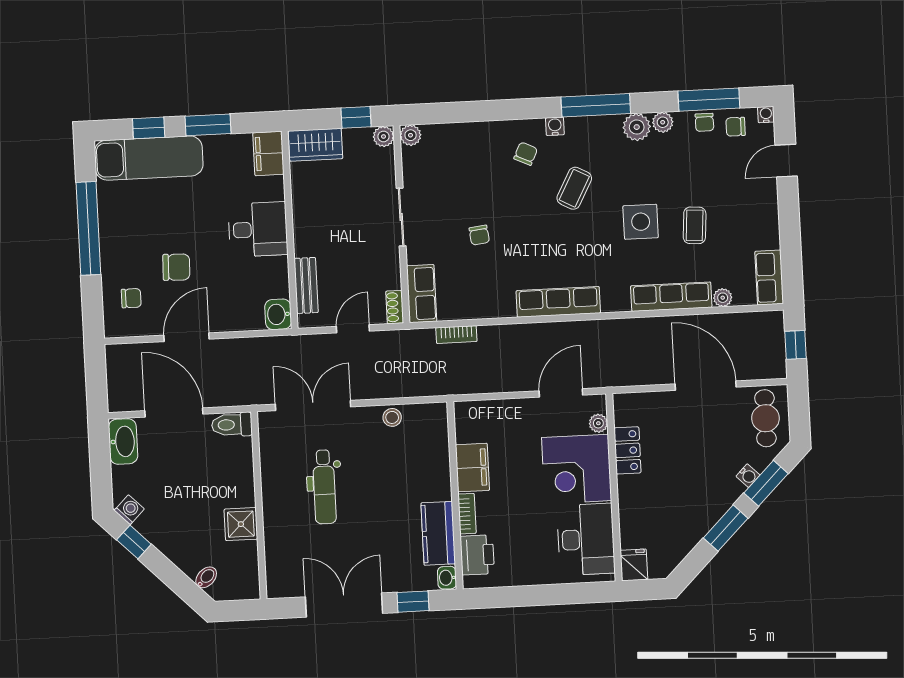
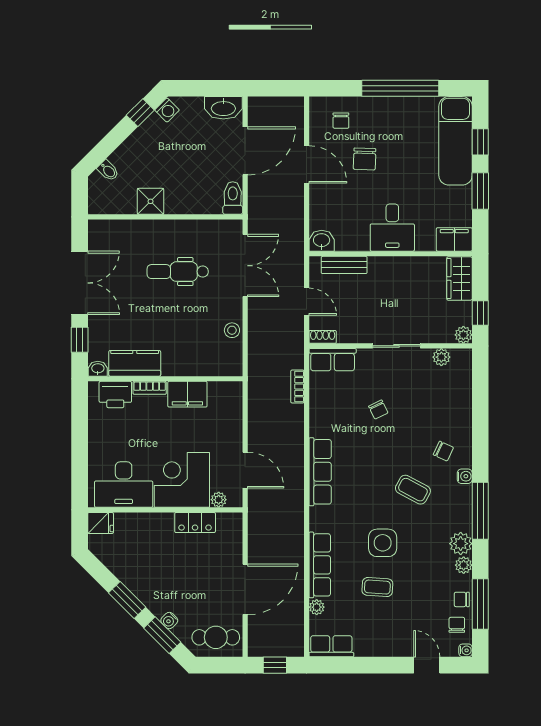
plant: (411, 135) -> (441, 357), moved
chair: (479, 235) -> (378, 410), turned -109

